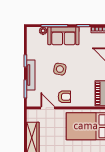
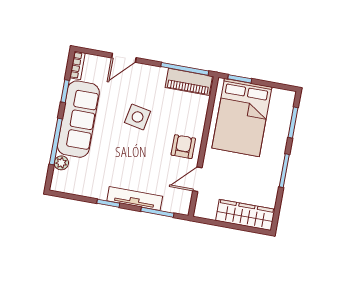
sofa: (63, 36) -> (78, 119), width x1.36
side table: (60, 69) -> (138, 117), moved

